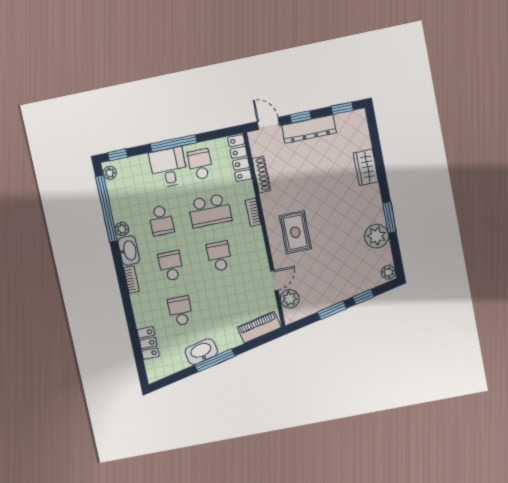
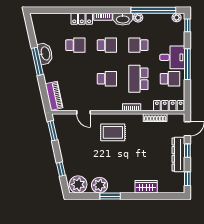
plant: (388, 272) -> (78, 184), width x1.88, depth x1.88
plant: (290, 299) -> (69, 120), removed
window: (332, 310) -> (52, 131), moved
locker: (148, 343) -> (82, 19), moved

